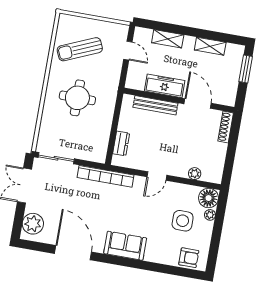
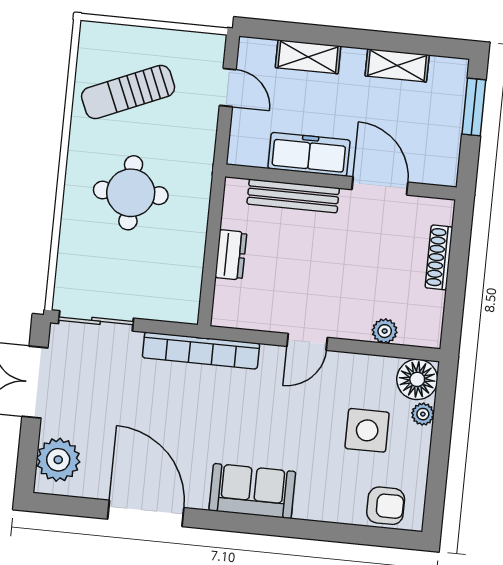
shoe rack: (226, 127) -> (439, 257), moved
dresser: (121, 143) -> (231, 255), moved

